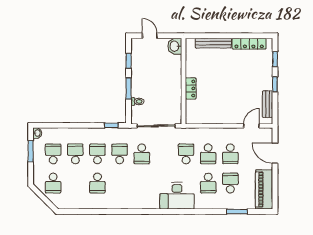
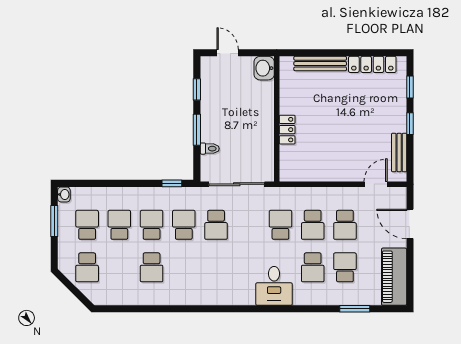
desk: (177, 196) -> (274, 286), width x0.73

